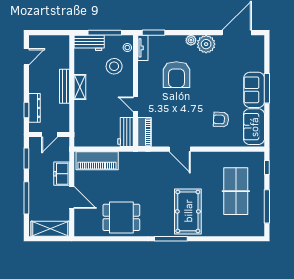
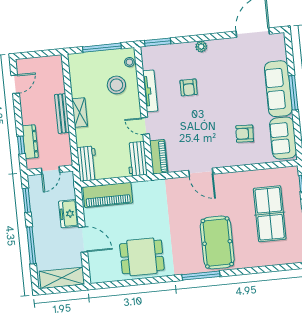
workbench: (89, 43) -> (87, 164), moved, turned -90
plant: (206, 44) -> (219, 49), removed
tv unit: (143, 48) -> (150, 91), moved, width x1.41
armchair: (176, 75) -> (189, 87), width x0.53, depth x0.53
sofa: (254, 90) -> (278, 89), width x1.36

